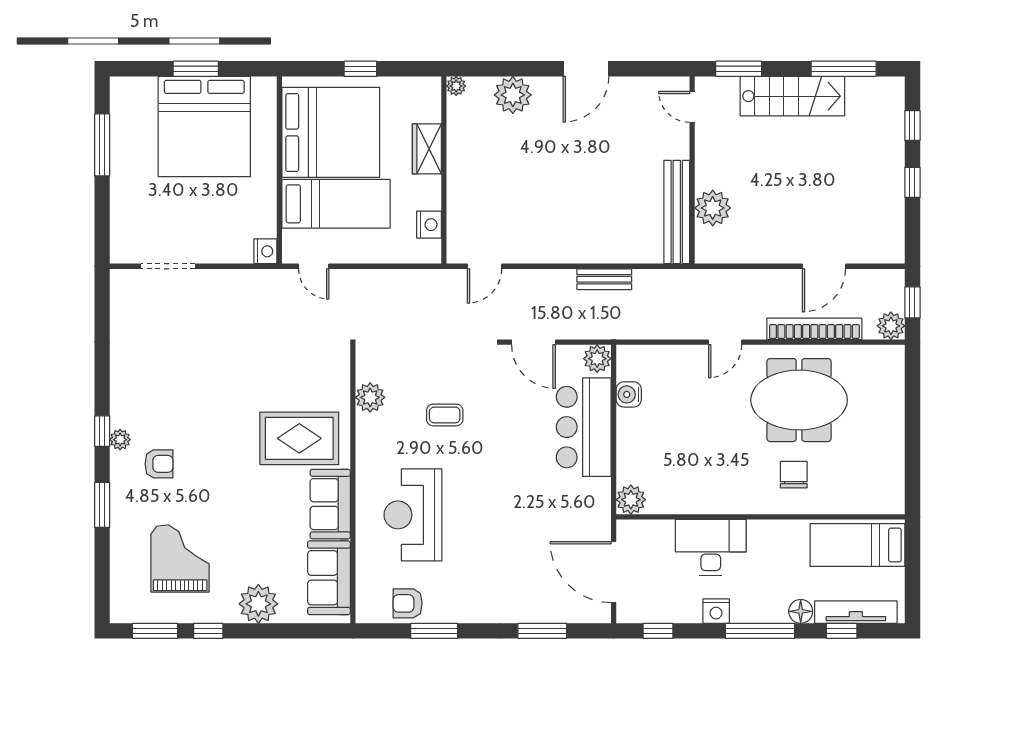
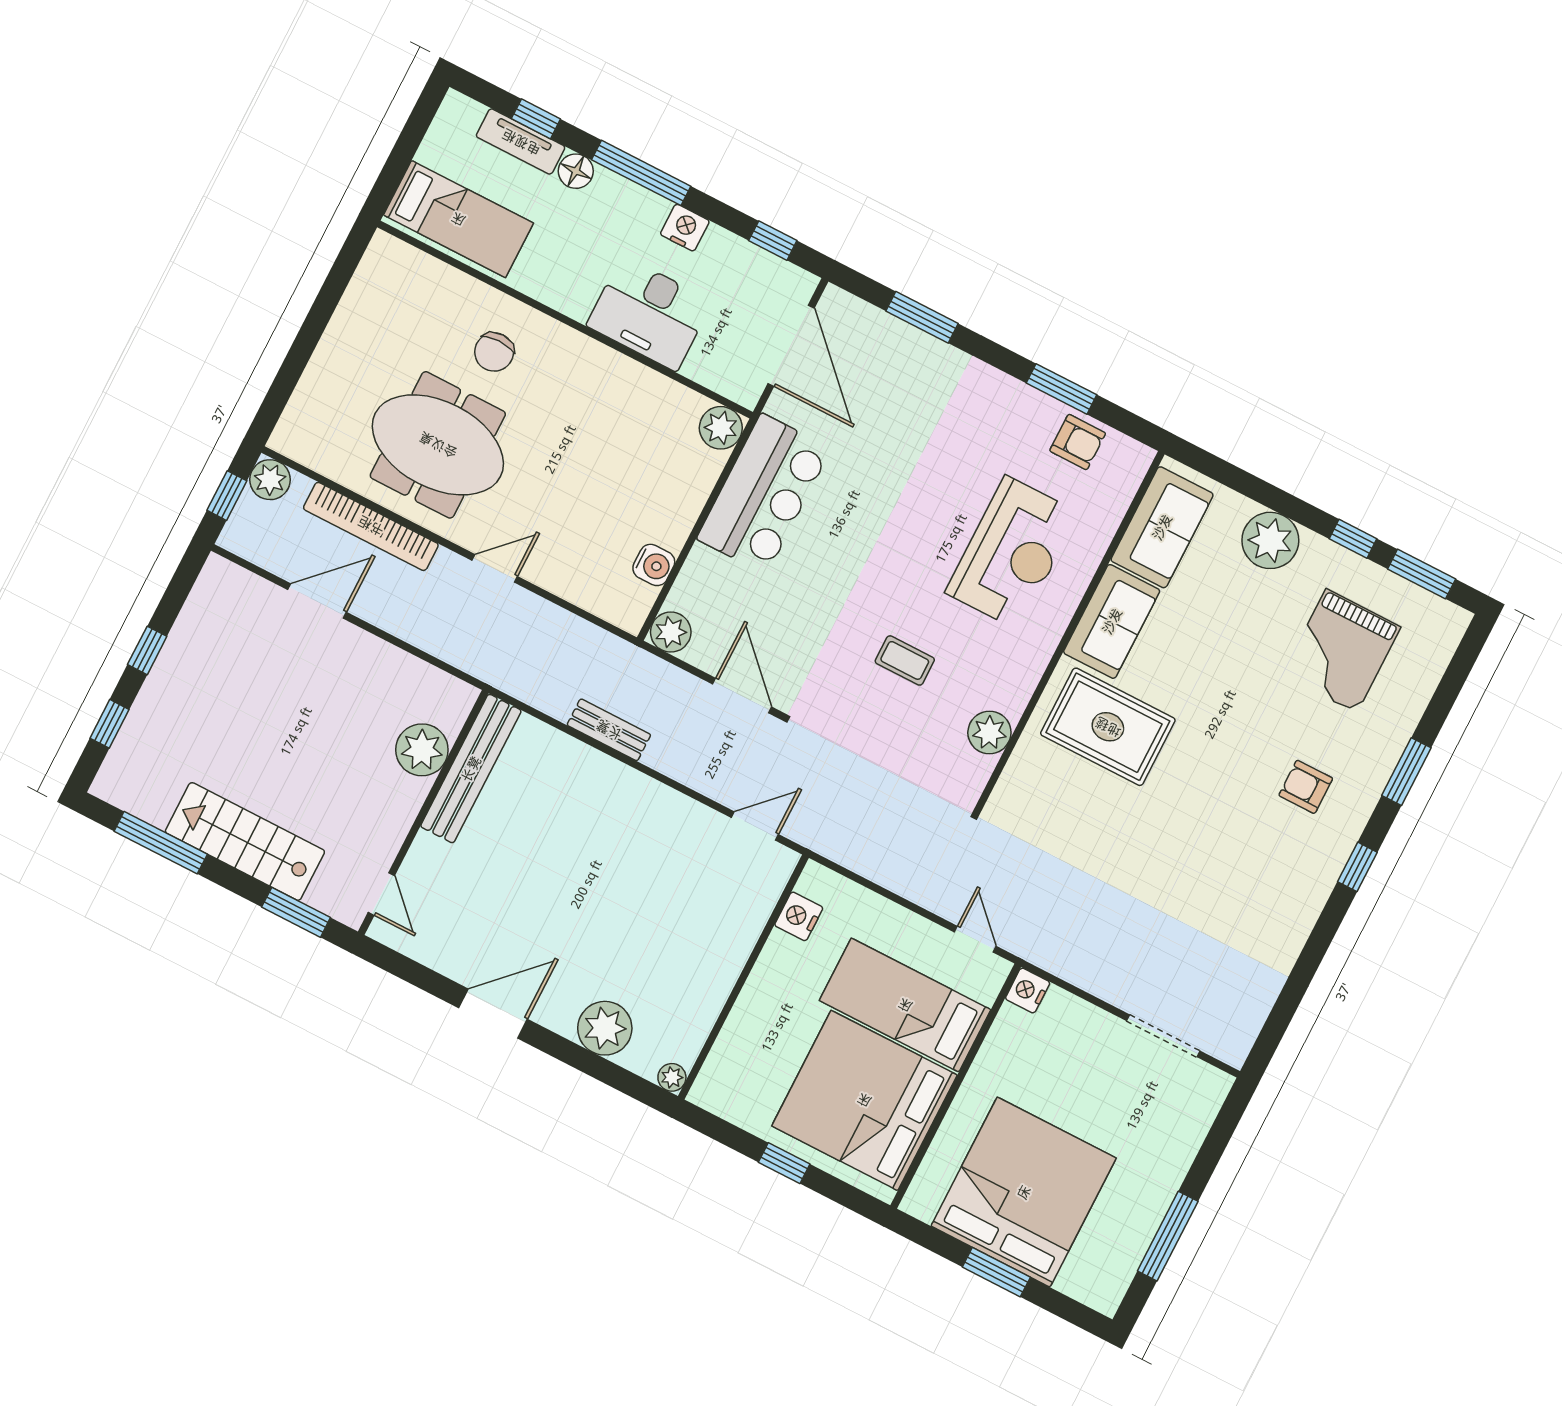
wardrobe: (427, 149) -> (751, 1016), removed
bar counter: (584, 427) -> (764, 494), moved
plant: (120, 440) -> (1340, 844), removed
tv unit: (856, 612) -> (521, 142), width x0.71

